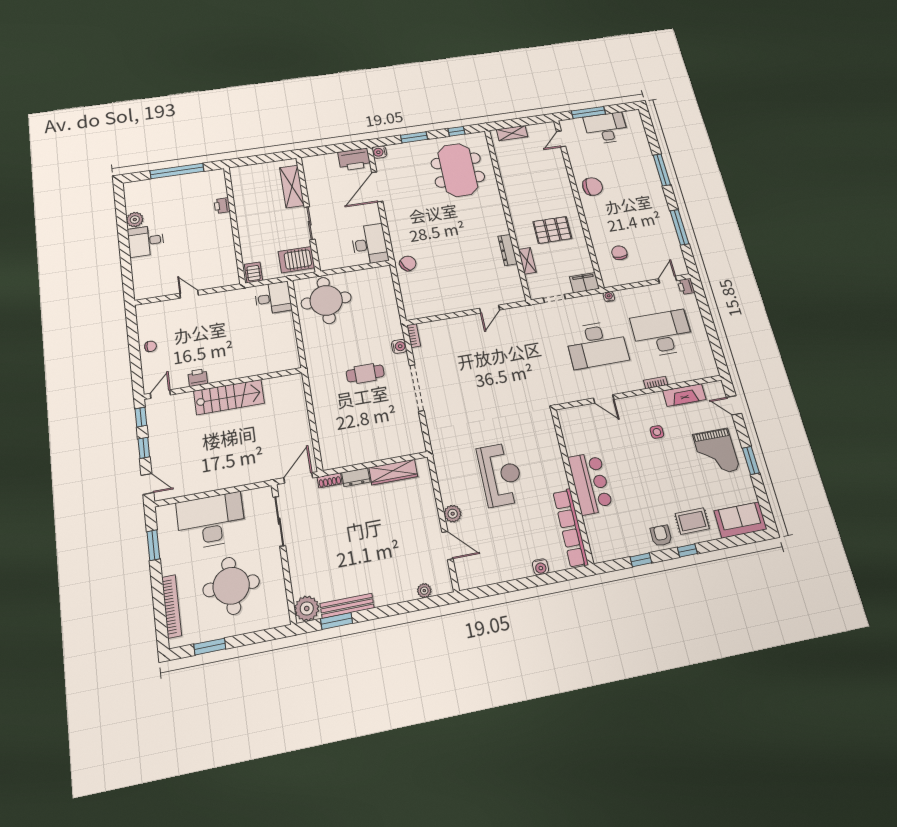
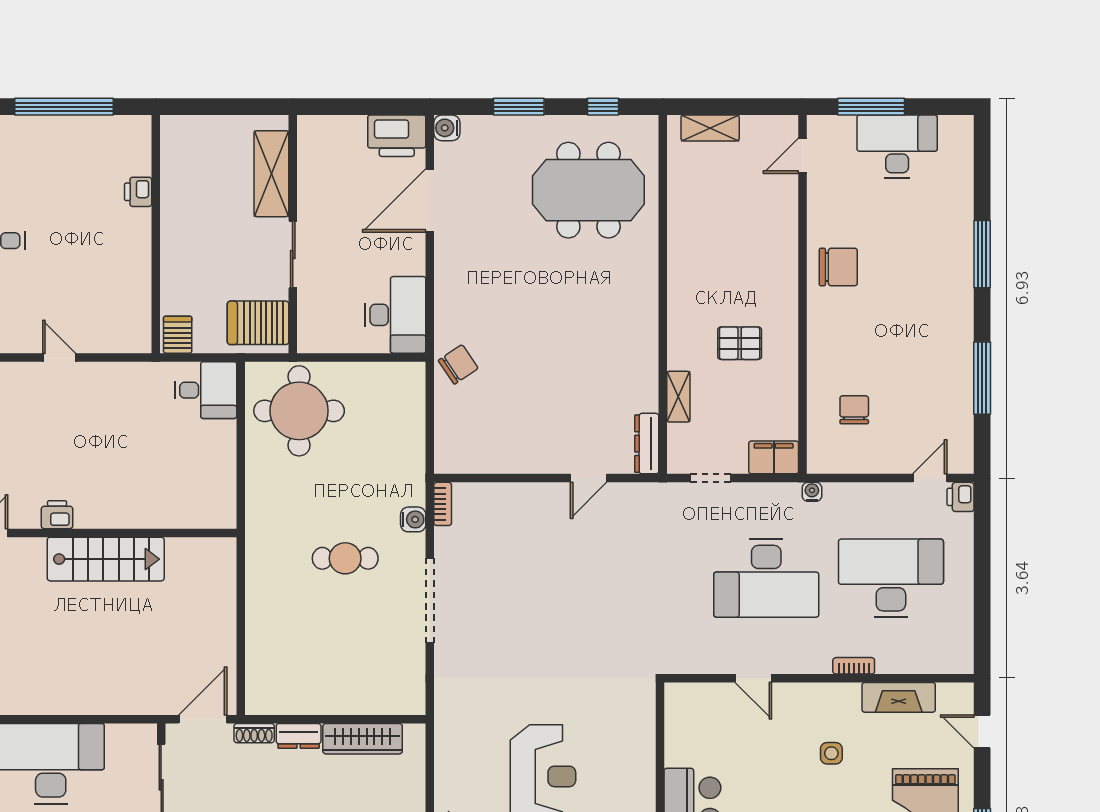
meeting table: (458, 170) -> (588, 190), turned 90
pallet: (552, 230) -> (740, 343), width x0.67, depth x0.71
dresser: (508, 250) -> (647, 444), moved

